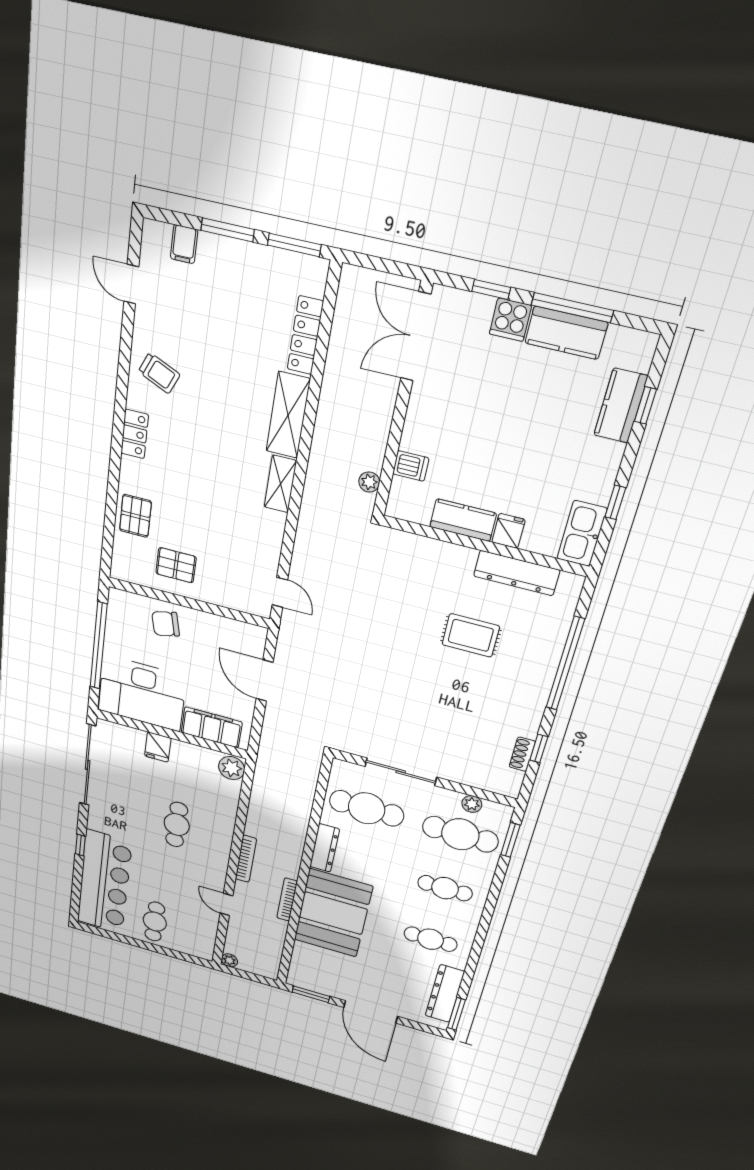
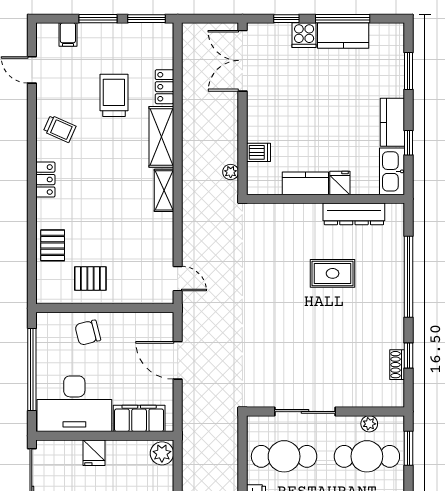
locker: (305, 335) -> (165, 87), width x0.66
trolley: (235, 345) -> (114, 95), added
window: (645, 405) -> (408, 71), width x1.50
kitchen counter: (621, 406) -> (392, 122), moved

